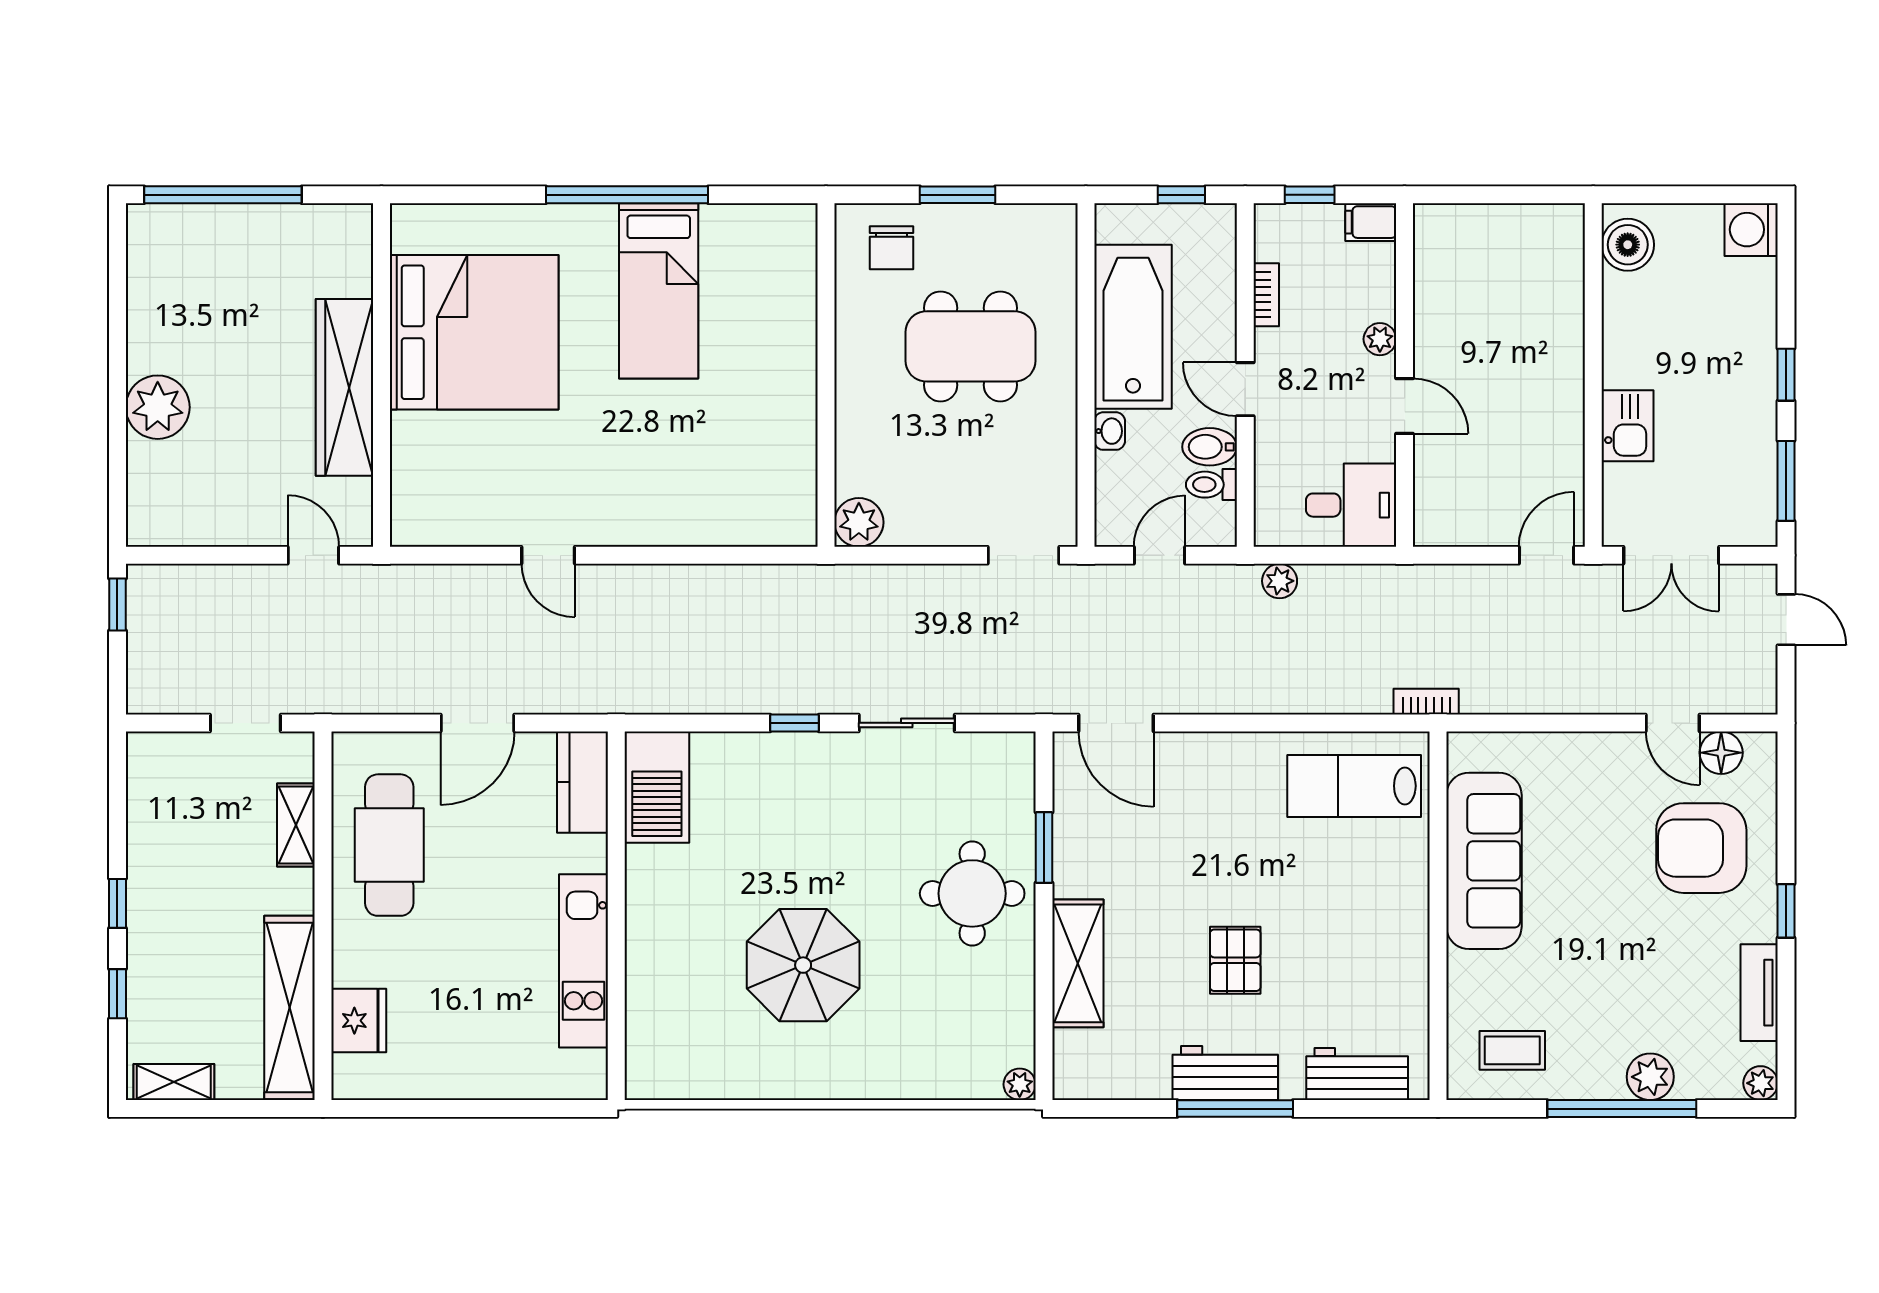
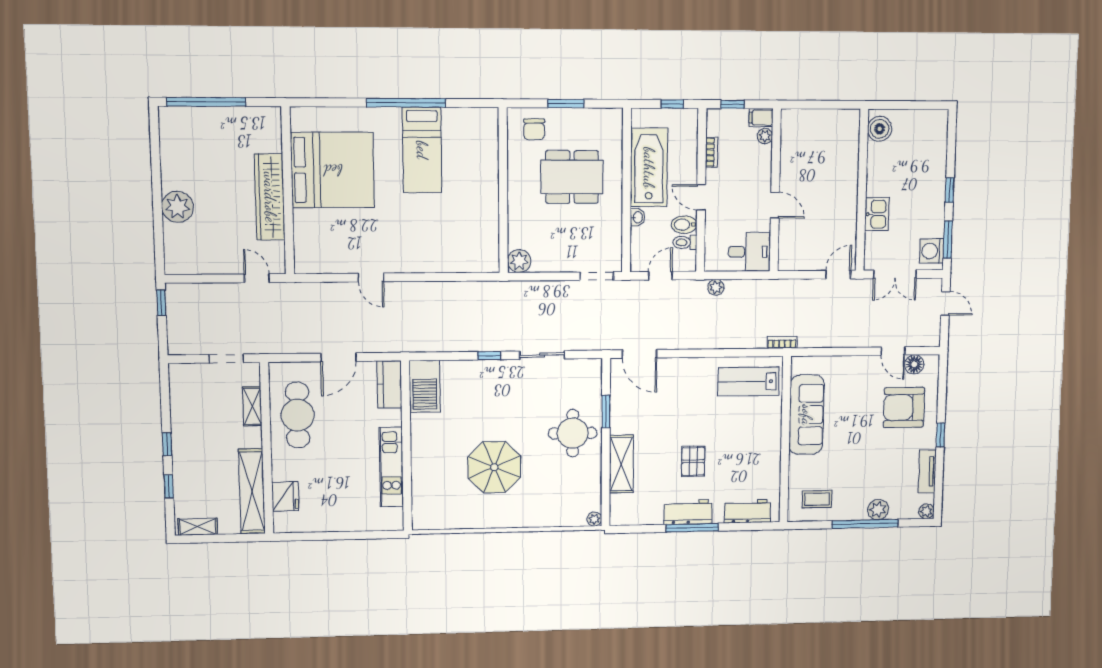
washing machine: (1751, 230) -> (932, 251), moved
plant: (1380, 339) -> (765, 136), moved

